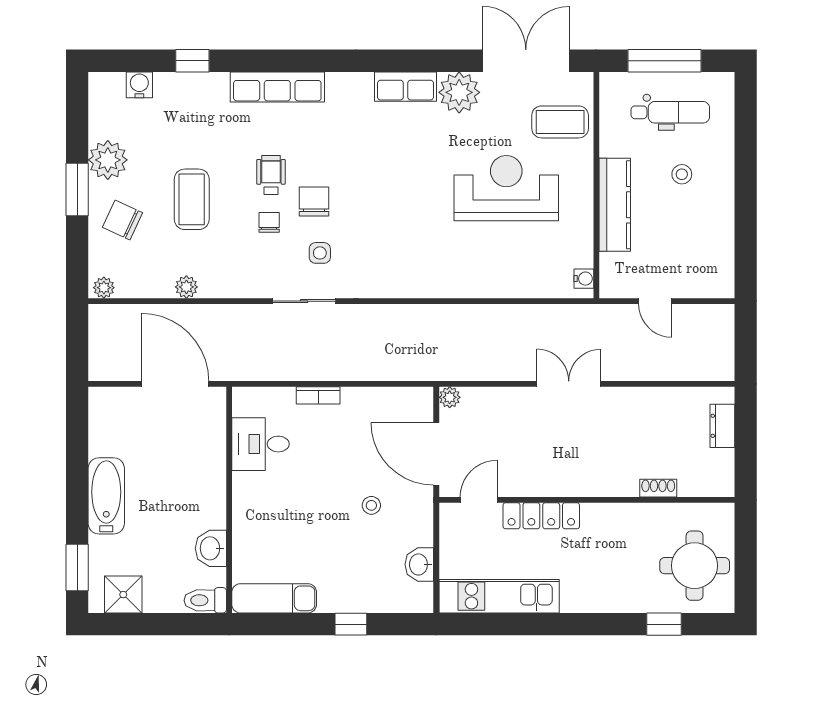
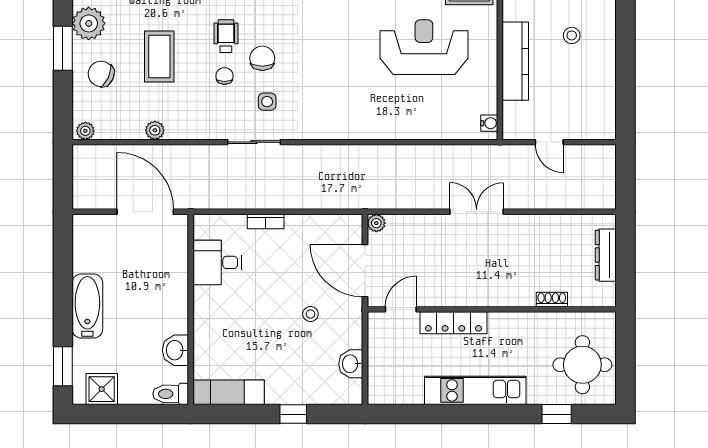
dresser: (722, 426) -> (606, 255), width x1.44
kitchen unit: (499, 596) -> (475, 390), moved

